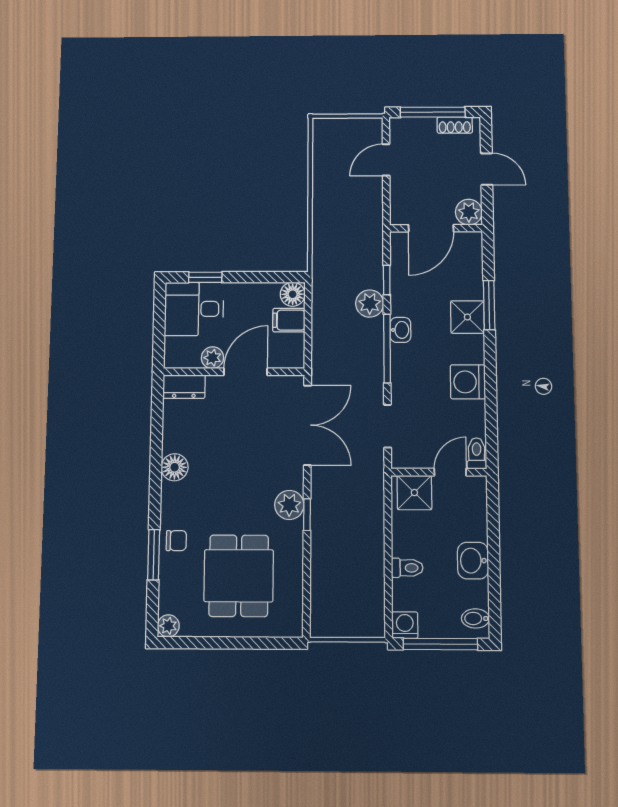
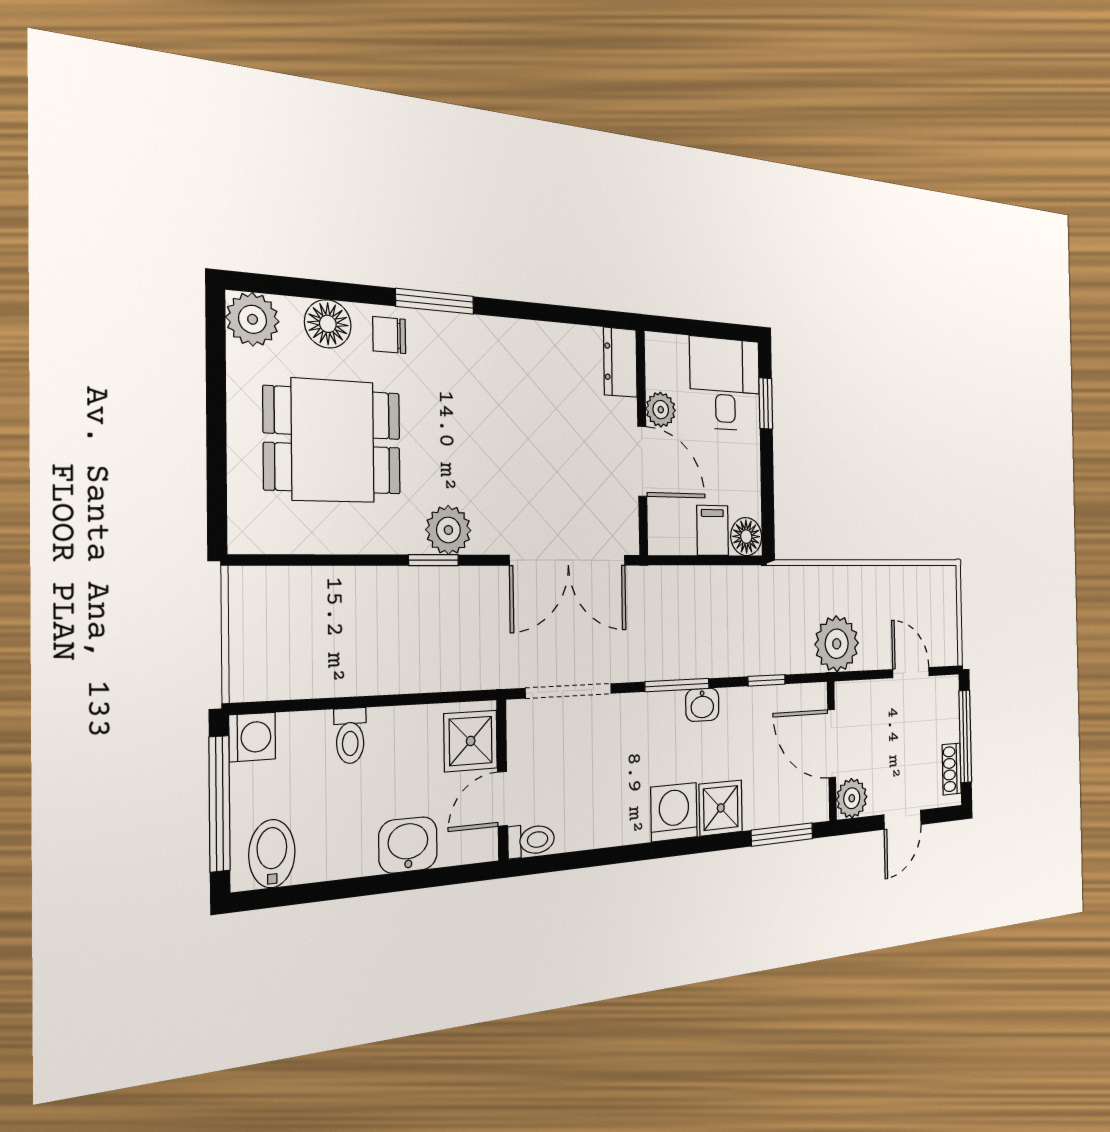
plant: (370, 304) -> (837, 644), moved, width x1.36, depth x1.36
window: (489, 305) -> (782, 835), moved
window: (387, 348) -> (677, 685), width x0.69
washing machine: (468, 382) -> (674, 812), moved
doorway: (387, 426) -> (569, 691), width x1.38
floor lamp: (175, 467) -> (328, 324), moved
door: (450, 472) -> (502, 799), swing flipped
chair: (176, 541) -> (389, 335), turned 90
window: (154, 555) -> (435, 301), moved
washbasin: (473, 561) -> (408, 845), moved
bidet: (475, 618) -> (272, 854), width x1.38, depth x1.36
plant: (168, 626) -> (253, 319), width x1.38, depth x1.38

